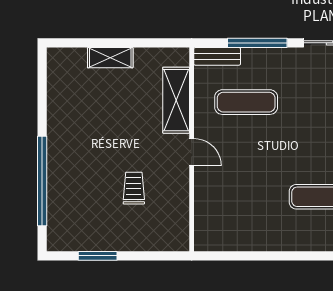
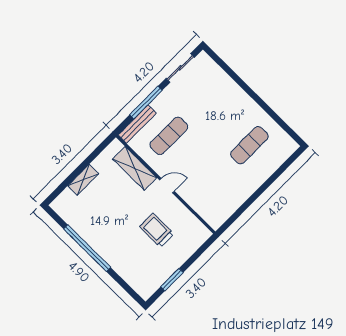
bench: (217, 56) -> (137, 124), width x1.36
window: (42, 181) -> (87, 248), moved
trolley: (134, 188) -> (157, 230), width x1.36, depth x1.39

